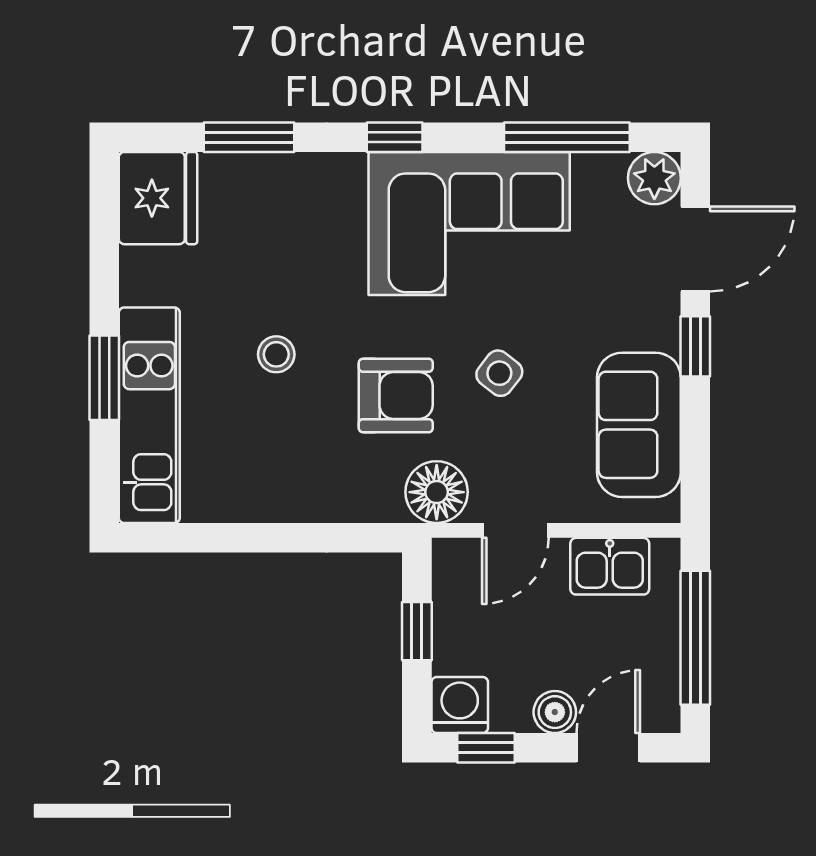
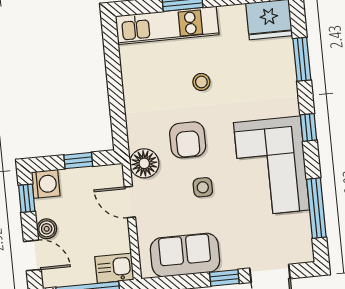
plant: (654, 178) -> (301, 251), removed
side table: (499, 373) -> (203, 187), turned -38
kitchen sink: (610, 566) -> (114, 268), moved, turned 90

